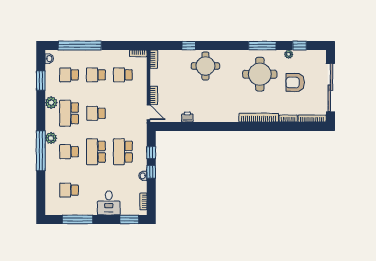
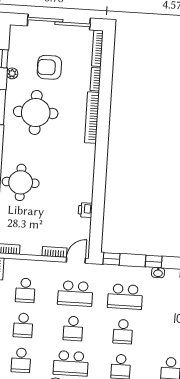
armchair: (295, 82) -> (49, 67), turned 90
school desk: (123, 113) -> (75, 293), added
school desk: (96, 152) -> (123, 332), width x0.54
window: (151, 153) -> (112, 259), moved

